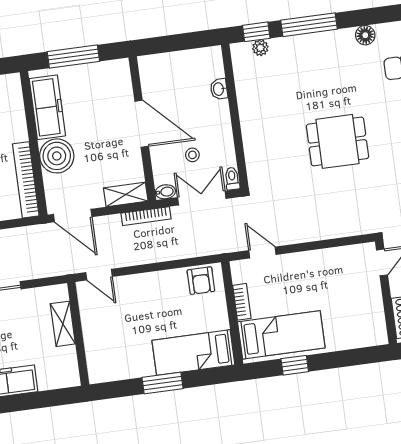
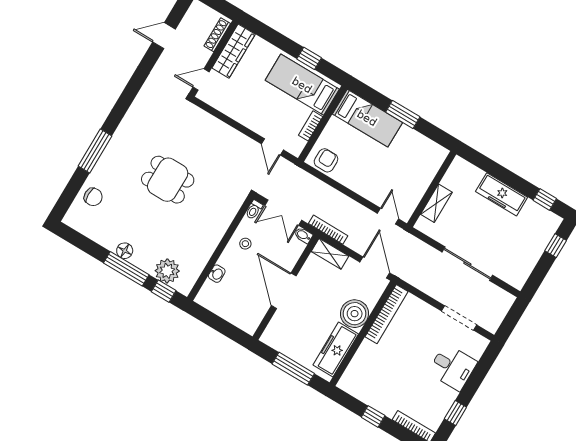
floor lamp: (365, 35) -> (125, 251), moved
plant: (260, 48) -> (167, 271), width x1.88, depth x1.88
stool: (192, 155) -> (245, 244), moved
wardrobe: (373, 315) -> (234, 51), added

